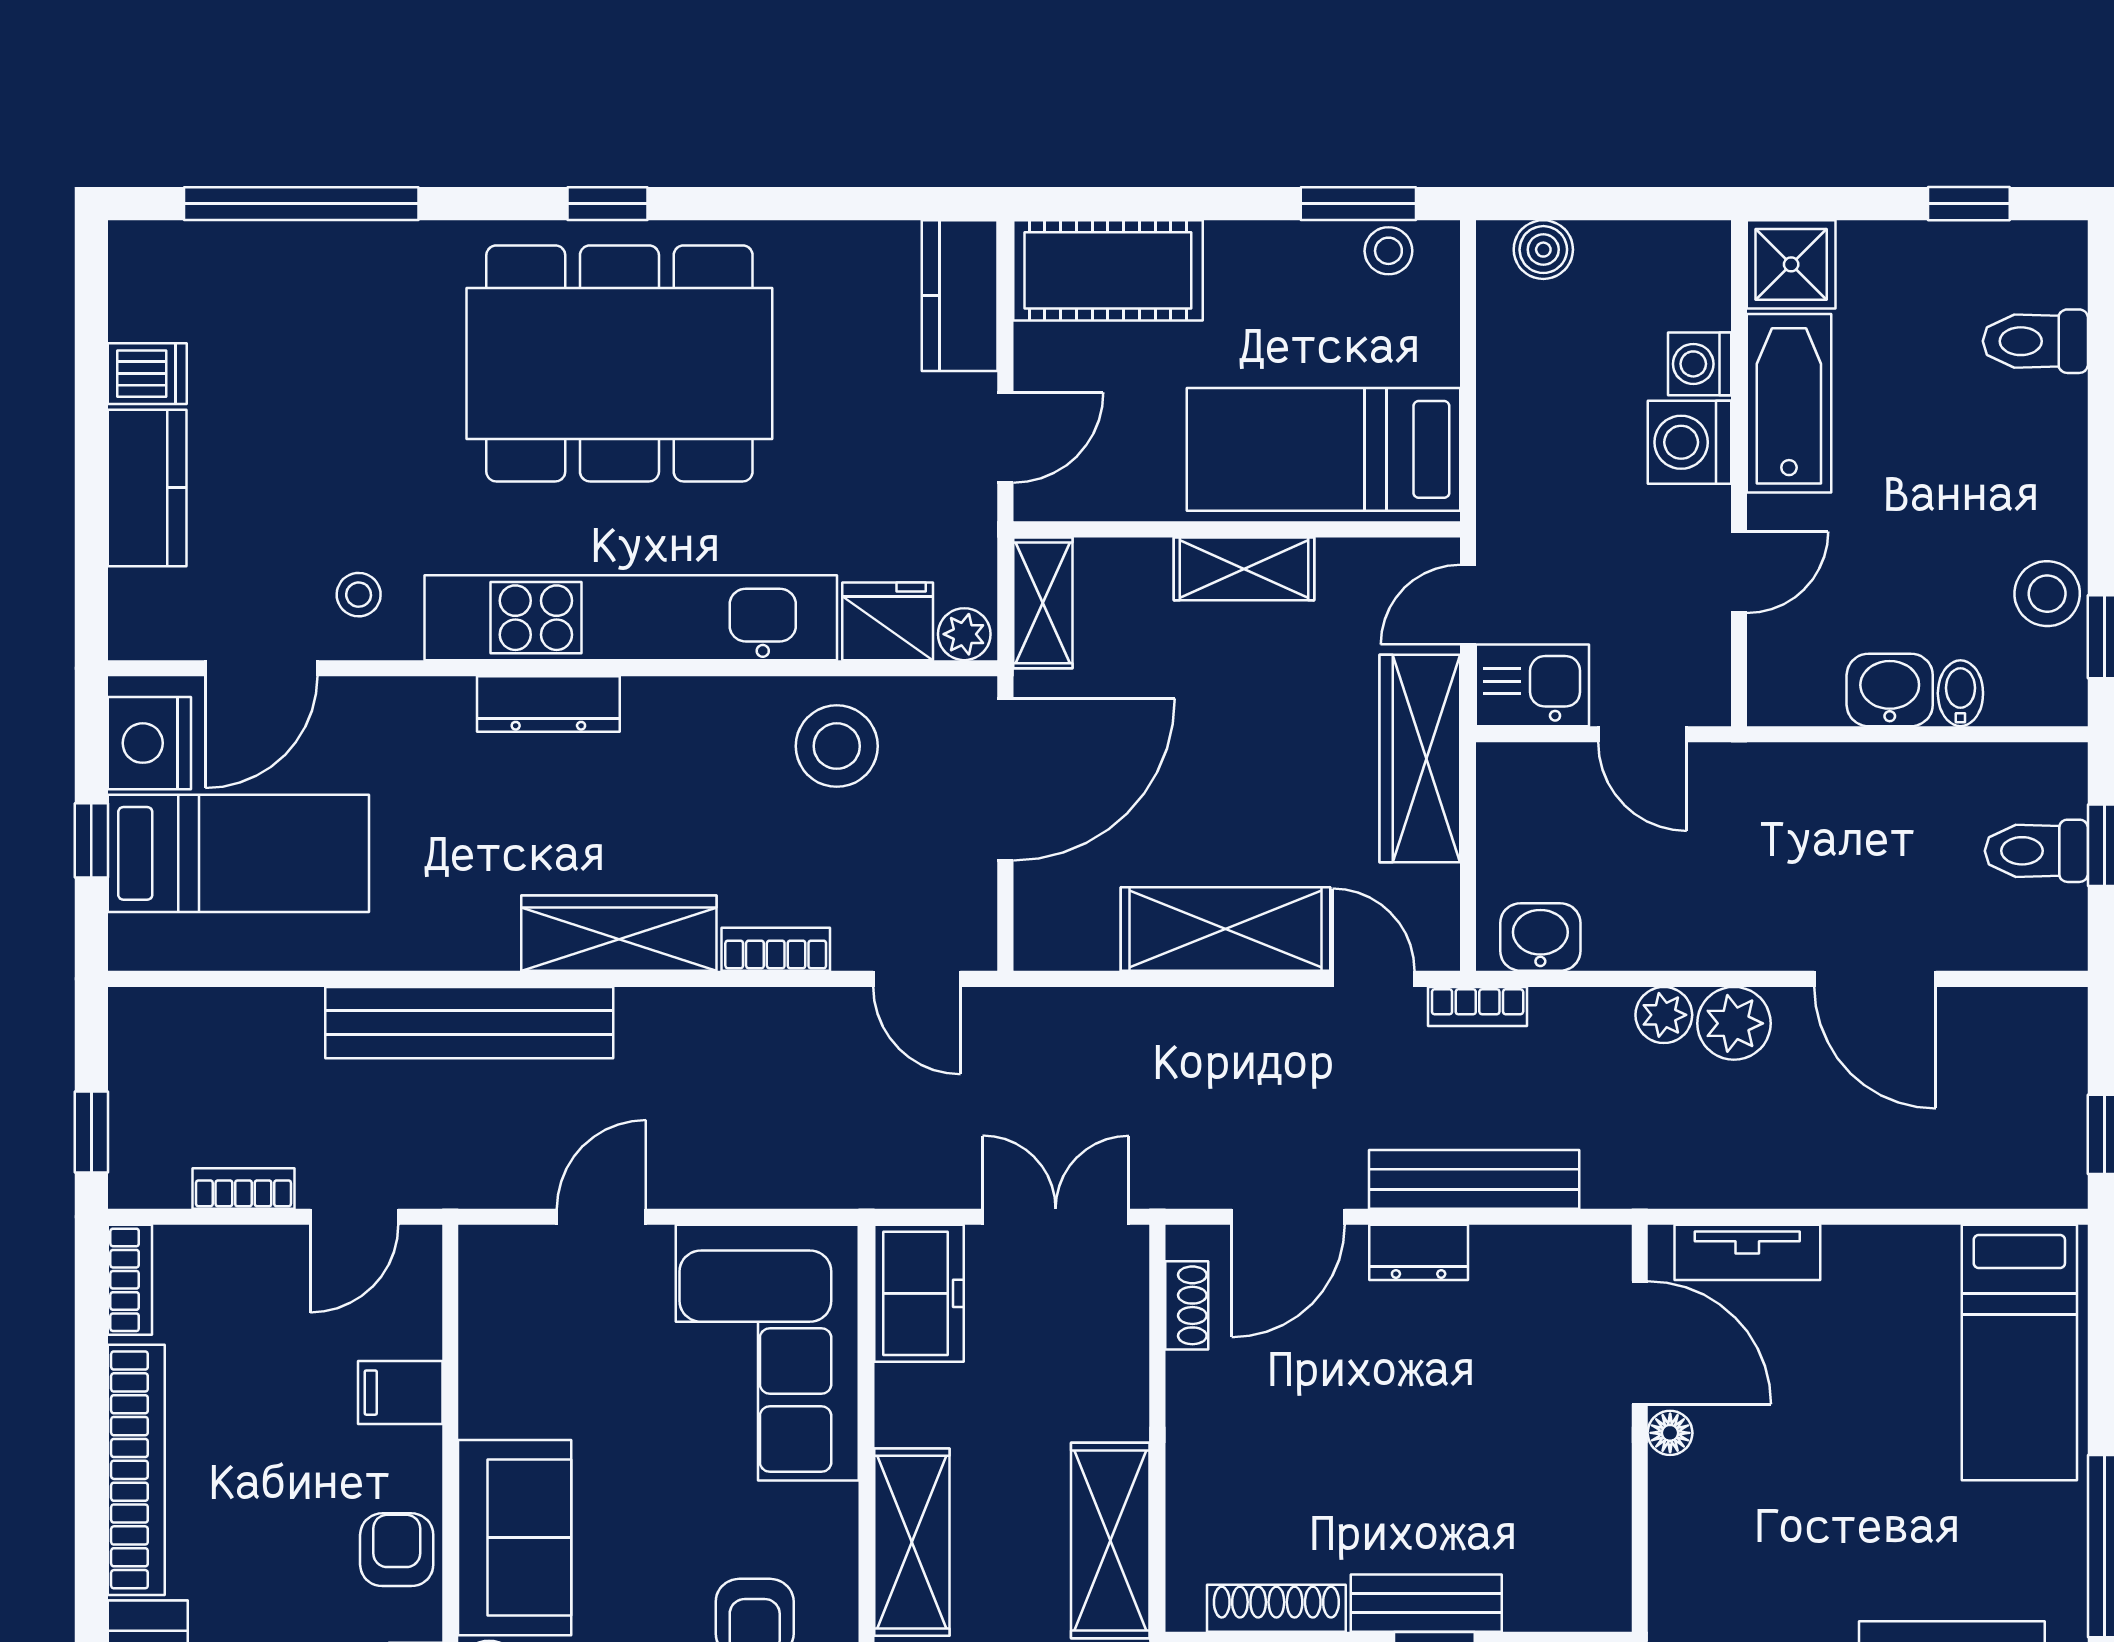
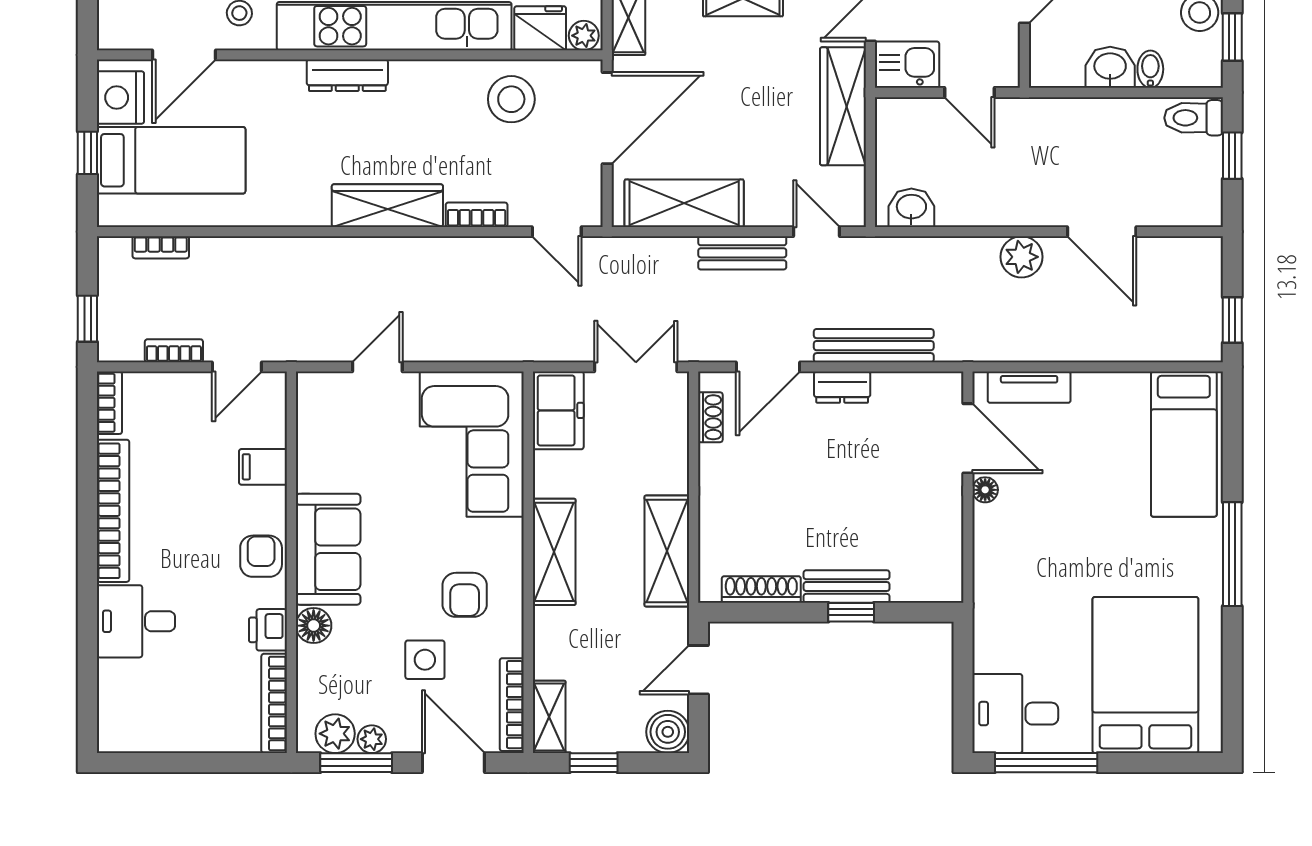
toilet: (2036, 851) -> (1194, 118), moved
shelving: (1225, 929) -> (684, 203), moved
bookcase: (1478, 1006) -> (161, 247), moved
plant: (1664, 1015) -> (982, 252), removed
bench: (469, 1023) -> (742, 253), moved, width x0.54, depth x0.82

